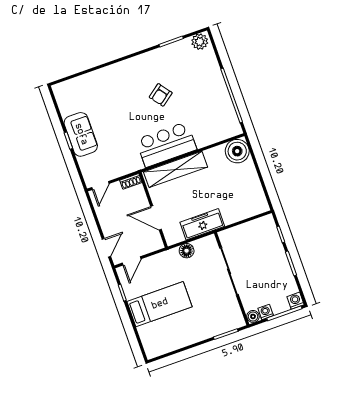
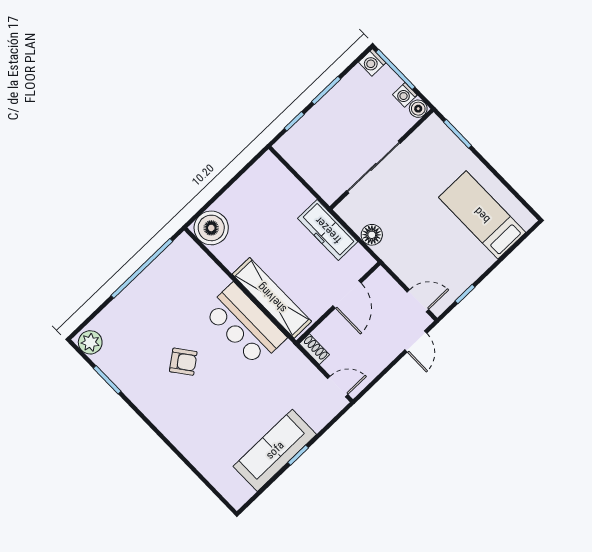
sofa: (81, 134) -> (275, 450), width x1.36
door: (106, 248) -> (416, 342), swing flipped
bed: (160, 304) -> (482, 215), moved

